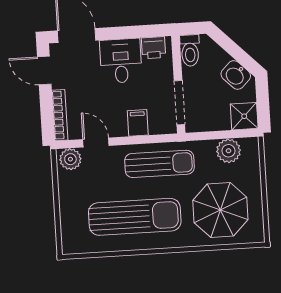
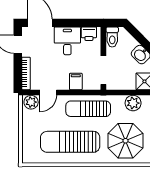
door: (96, 143) -> (48, 93), swing flipped
sun lounger: (159, 164) -> (88, 109), turned 180
sun lounger: (135, 217) -> (70, 142), turned 180

